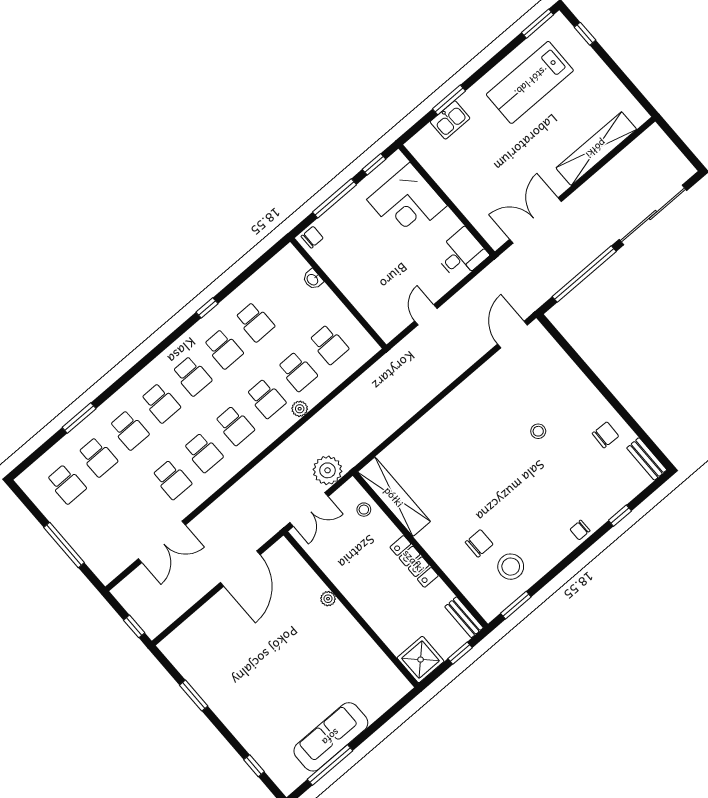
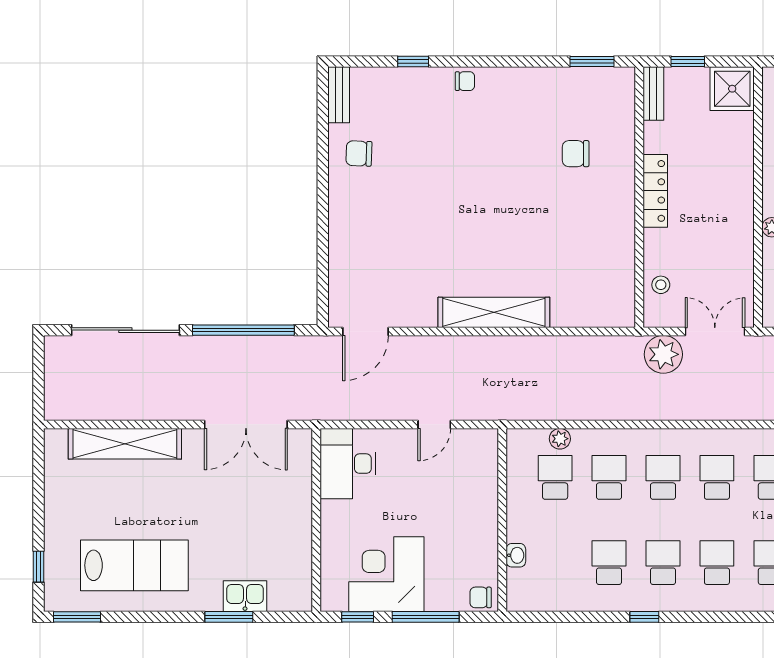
corner desk: (407, 203) -> (386, 574), moved, turned -90
desk: (461, 254) -> (348, 464), width x1.37
plant: (300, 409) -> (560, 439), moved
stool: (538, 431) -> (422, 214), removed
shelving: (394, 497) -> (494, 312), moved, turned 90
stool: (511, 567) -> (564, 104), removed

